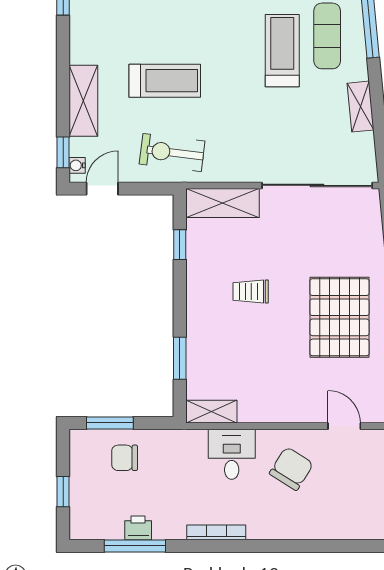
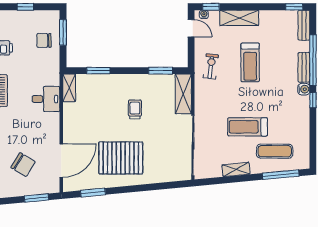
treadmill: (282, 51) -> (248, 127), moved, turned 180
exercise bike: (172, 153) -> (211, 66), width x0.73, depth x0.72
window: (180, 245) -> (161, 71), width x1.50
door: (344, 426) -> (61, 161), width x1.88
chair: (125, 458) -> (44, 40), turned -90
chair: (291, 469) -> (23, 165), moved

